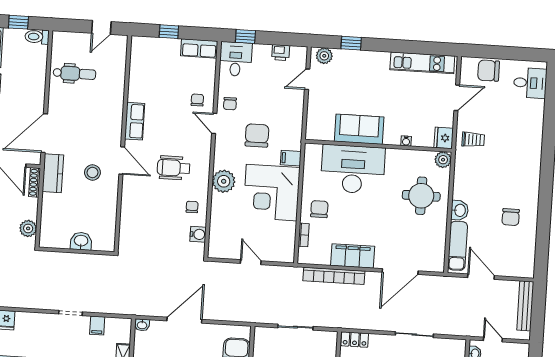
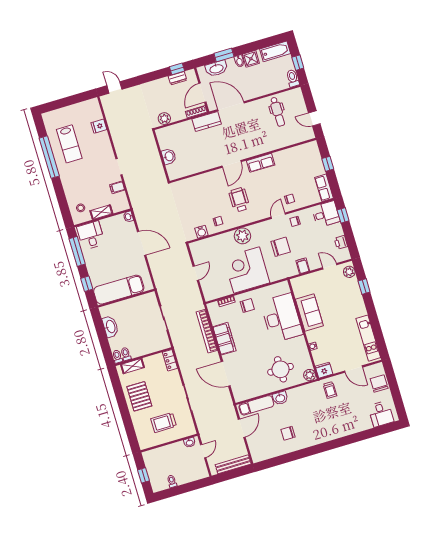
filing cabinet: (291, 158) -> (303, 266), moved
stool: (92, 173) -> (217, 147), removed

